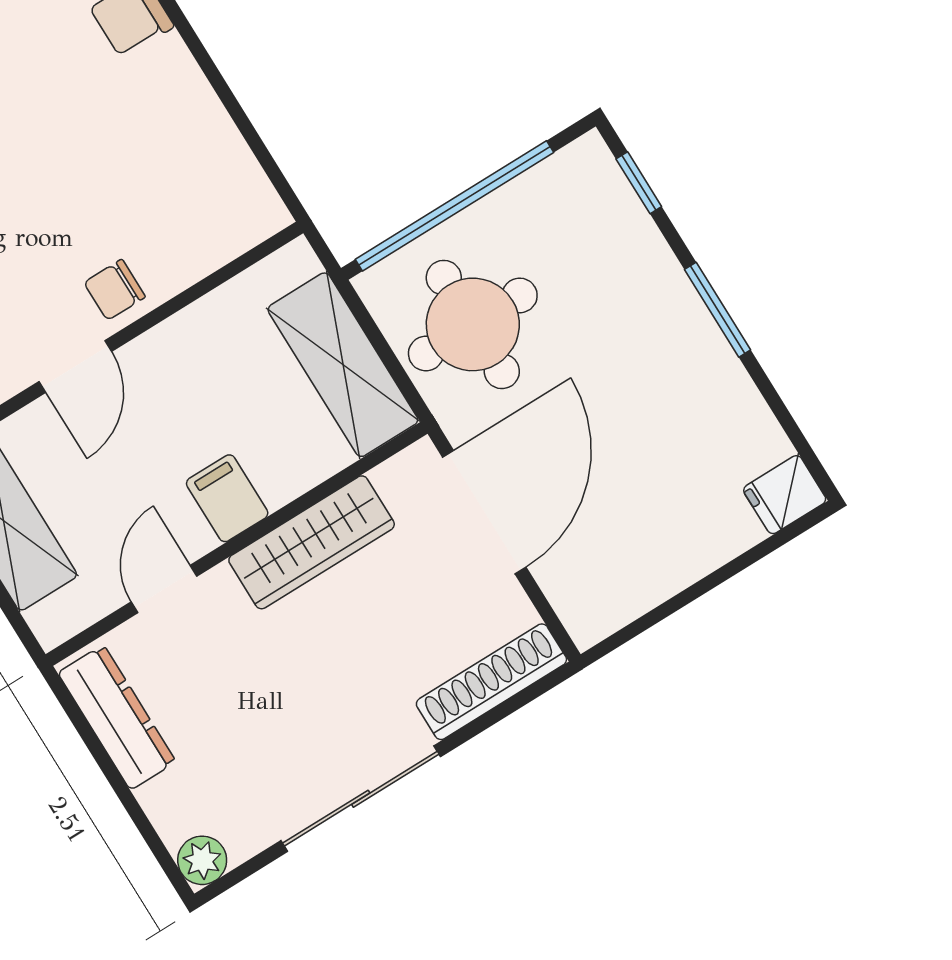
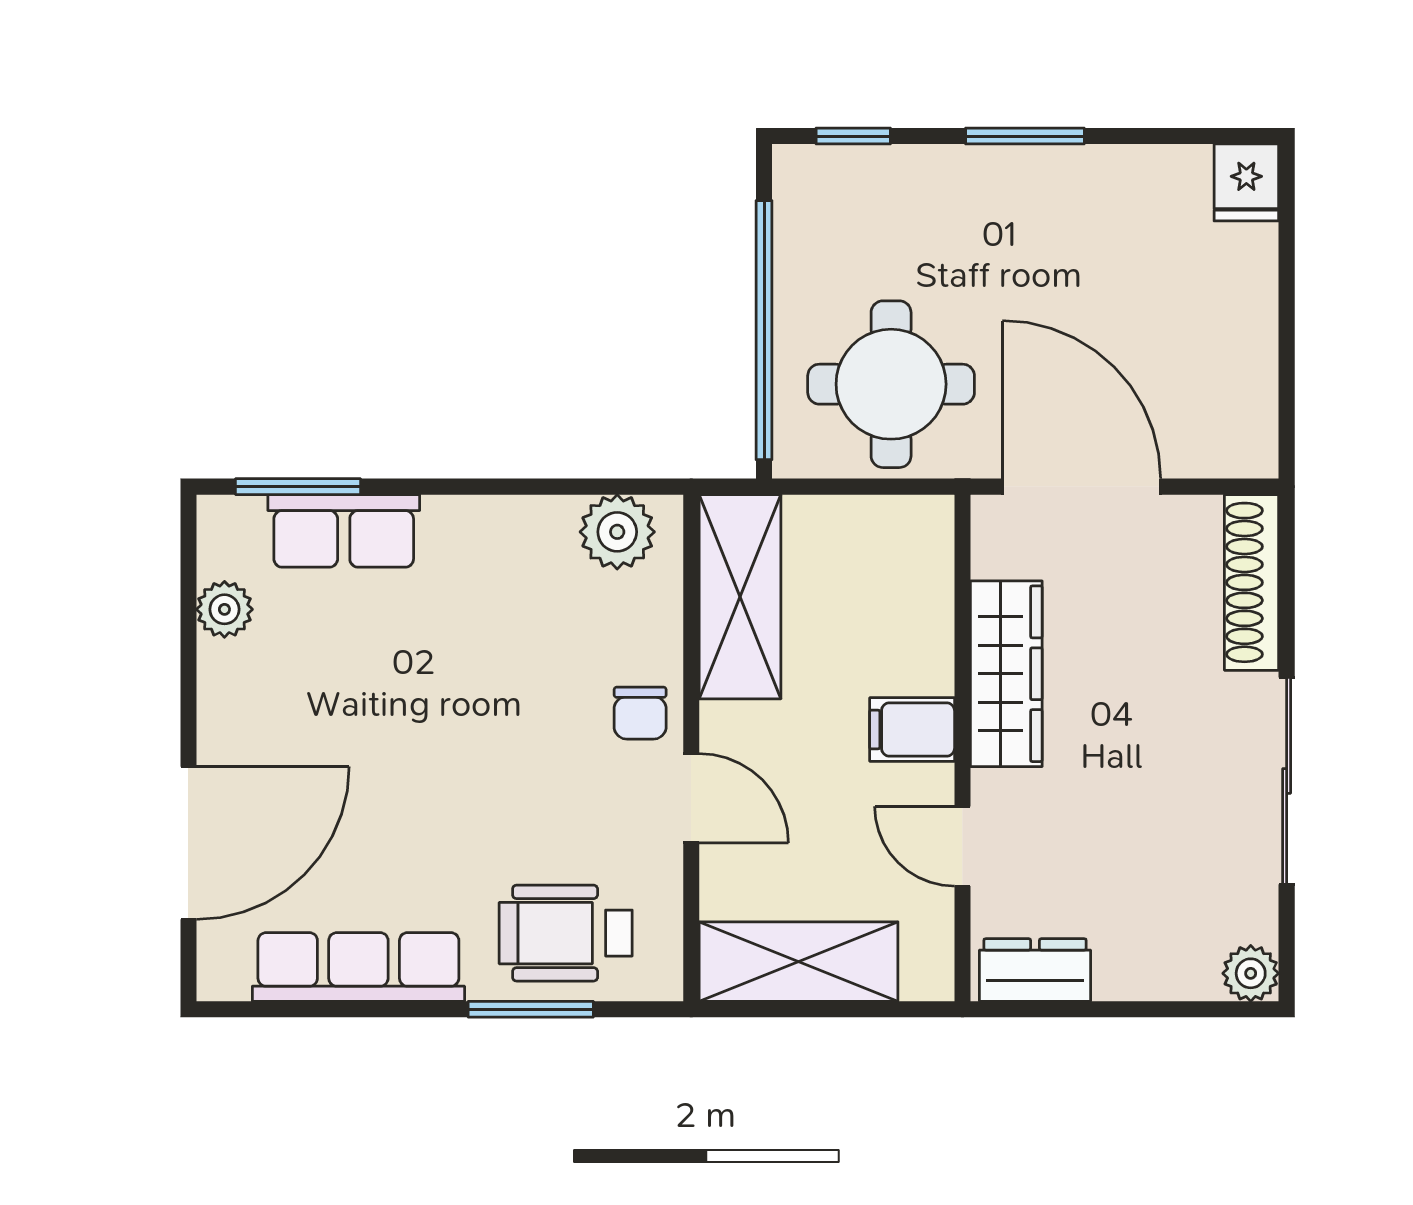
plant: (238, 190) -> (617, 532), added
shelving: (343, 365) -> (740, 597), moved, turned 90
dresser: (117, 717) -> (1035, 970), width x0.70

